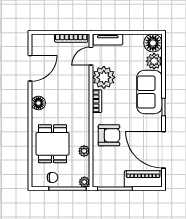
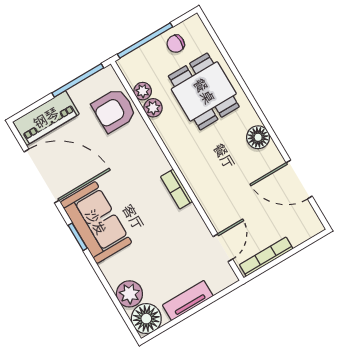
tv unit: (108, 40) -> (188, 301), moved
door: (30, 68) -> (299, 179), hinge flipped
plant: (104, 77) -> (187, 229), removed
sofa: (149, 92) -> (96, 222), moved
armchair: (109, 135) -> (114, 110), moved
plant: (84, 182) -> (143, 91), moved

